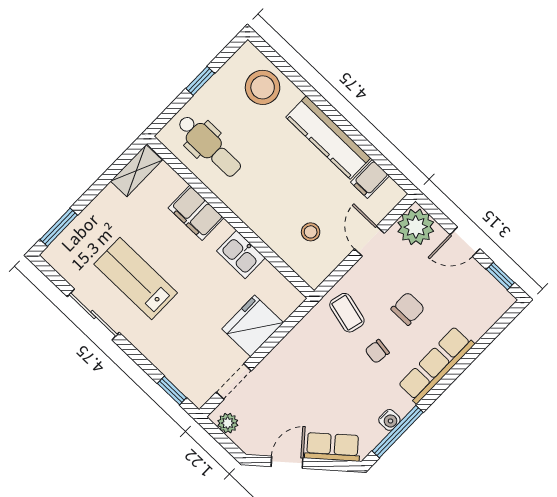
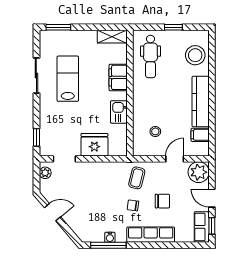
row of seats: (332, 447) -> (202, 227), moved, turned -139

